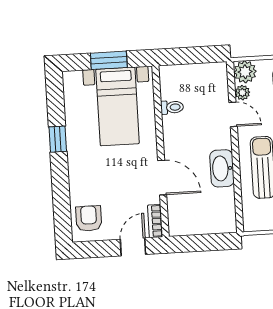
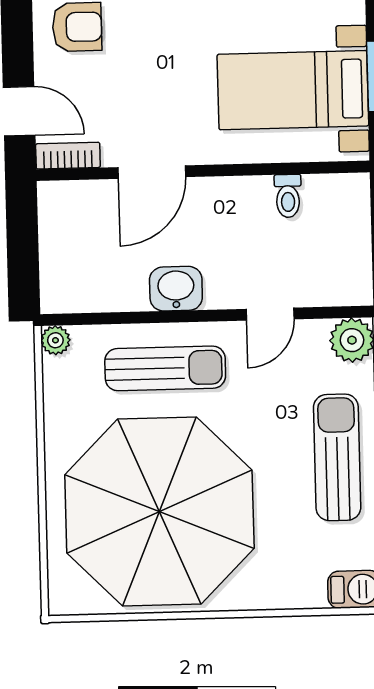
plant: (242, 93) -> (55, 340), moved
washbasin: (222, 168) -> (176, 289), width x0.72

